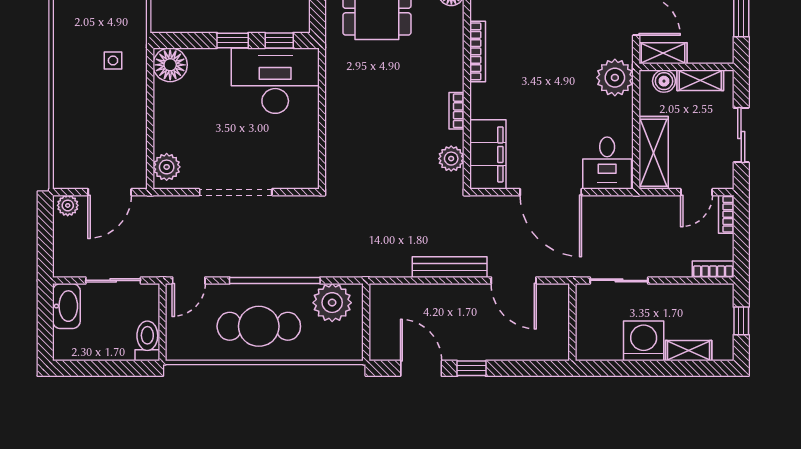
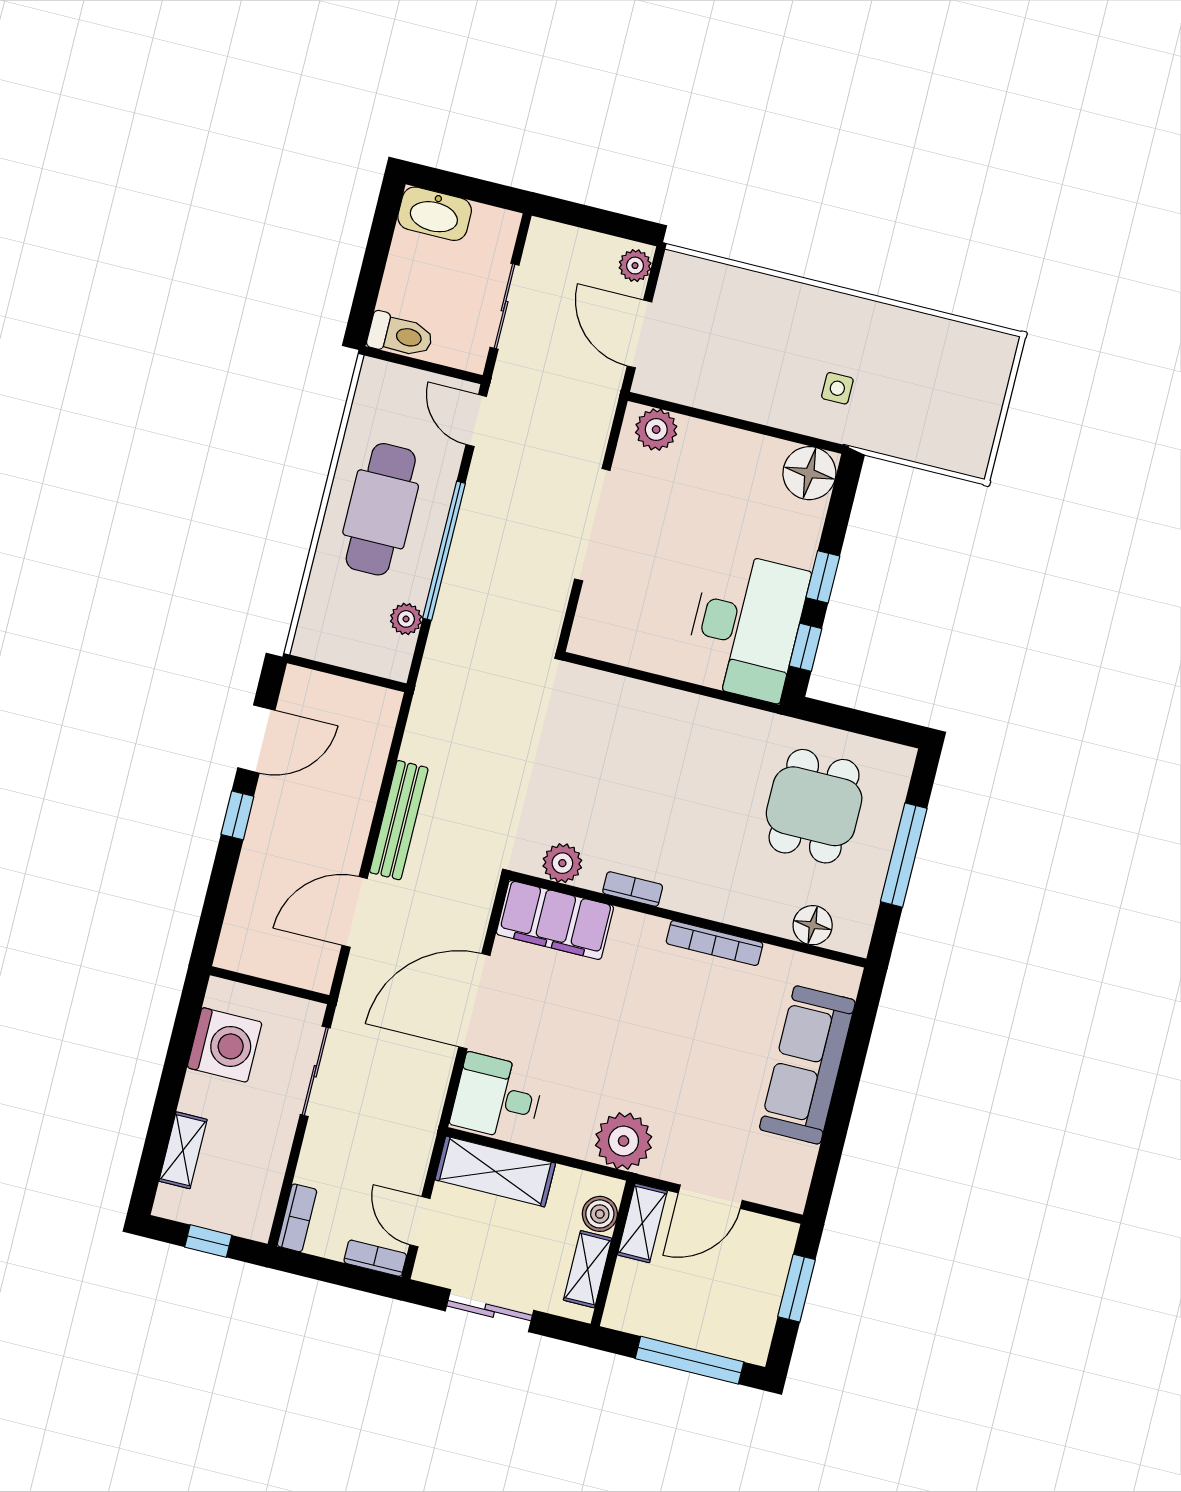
plant: (332, 303) -> (406, 619), width x0.53, depth x0.53
washbasin: (66, 306) -> (435, 214), moved
washing machine: (644, 341) -> (225, 1045), moved

